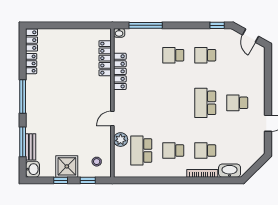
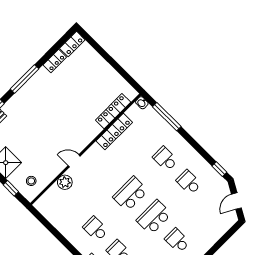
school desk: (141, 150) -> (130, 194), moved

